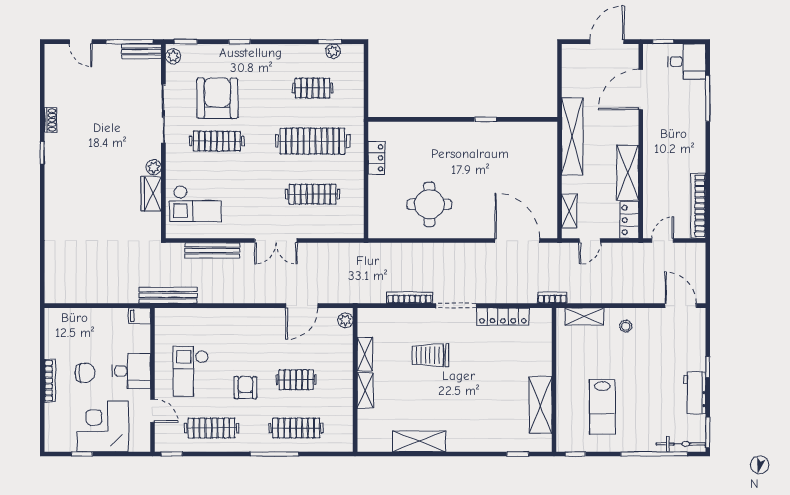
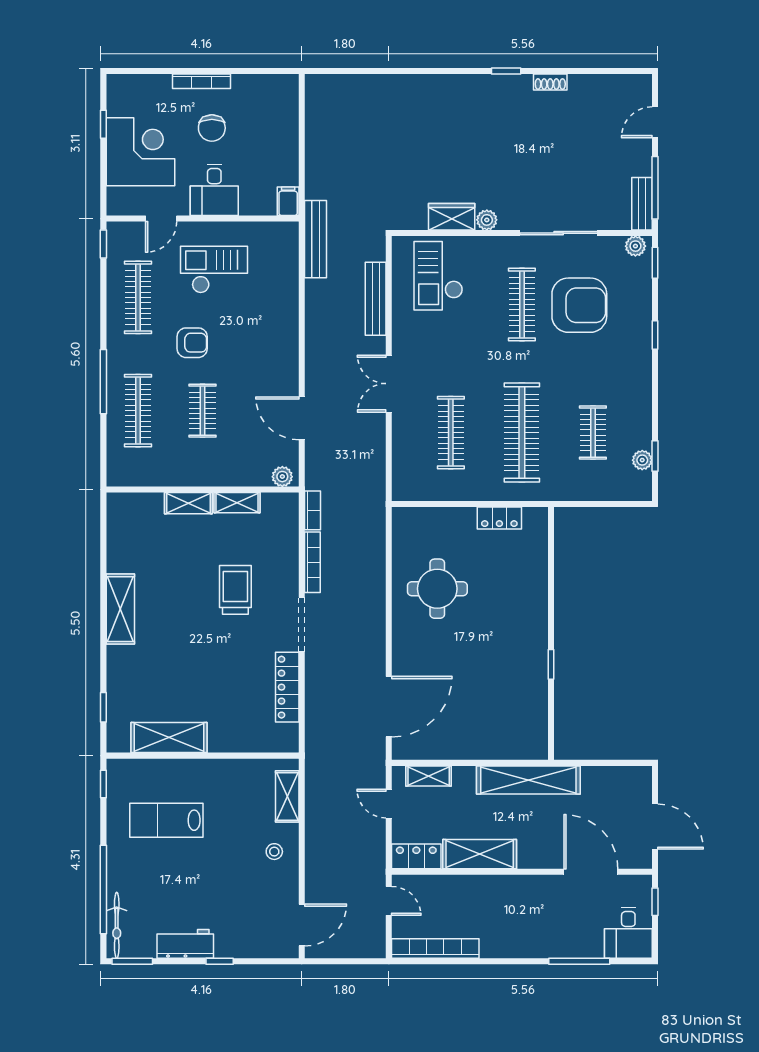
bookcase: (552, 298) -> (312, 510), moved
shelving: (419, 441) -> (120, 609), moved

